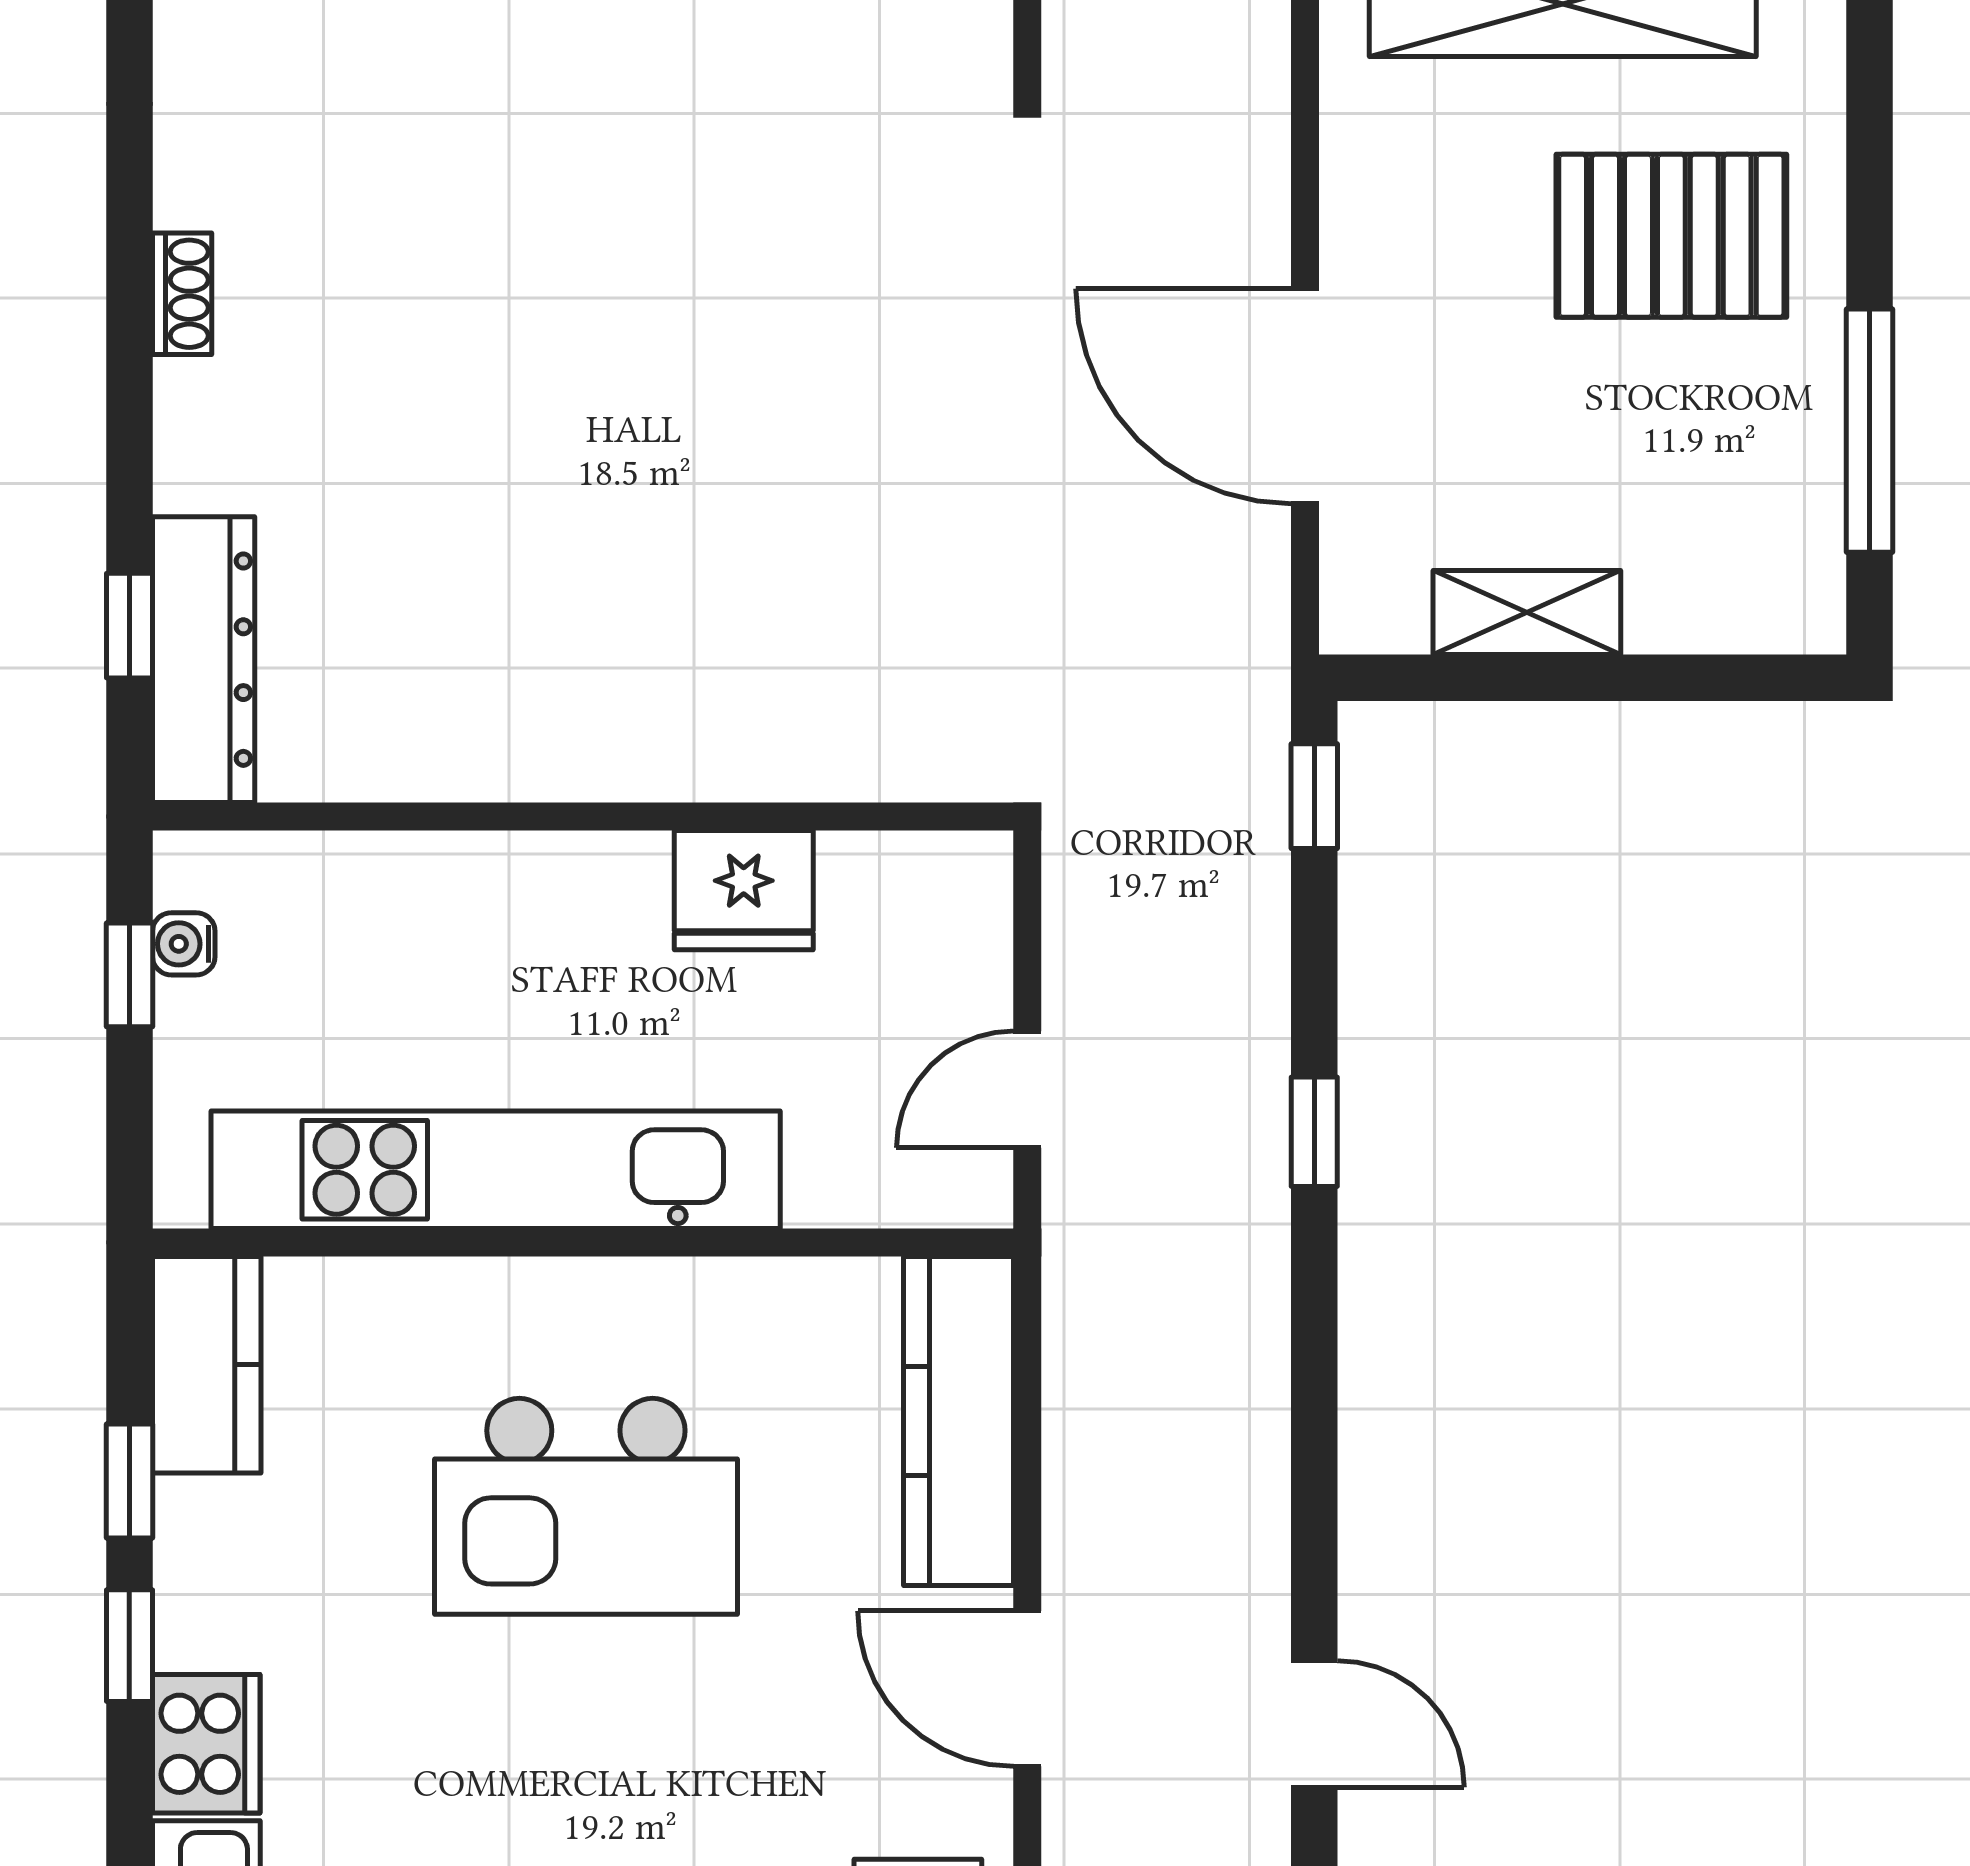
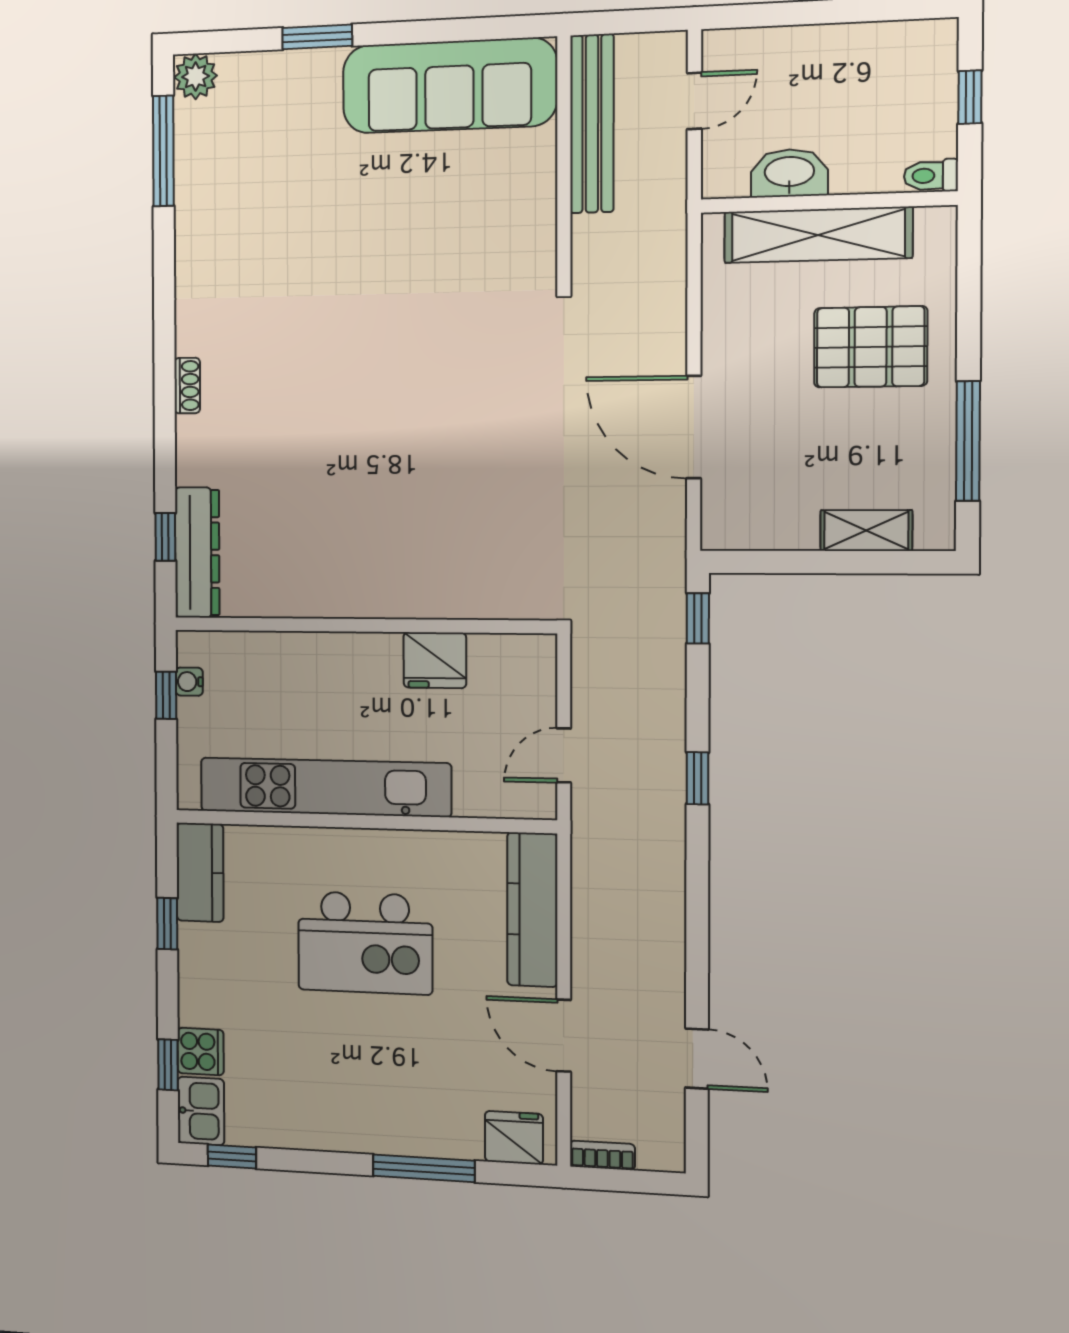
shelving: (1527, 612) -> (866, 530), moved
window: (129, 1646) -> (168, 1065), moved
cooker: (206, 1744) -> (201, 1052), width x0.73

